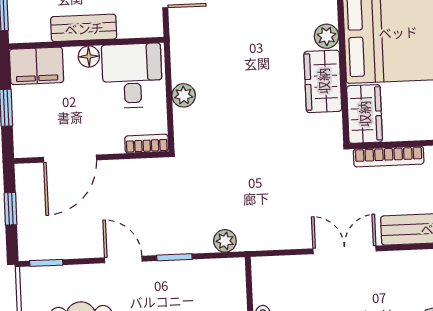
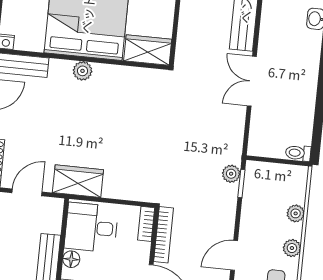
wardrobe: (323, 81) -> (78, 181), moved, turned 180
plant: (184, 95) -> (113, 189), removed
bookcase: (389, 157) -> (164, 235), moved
window: (174, 257) -> (241, 184), moved

